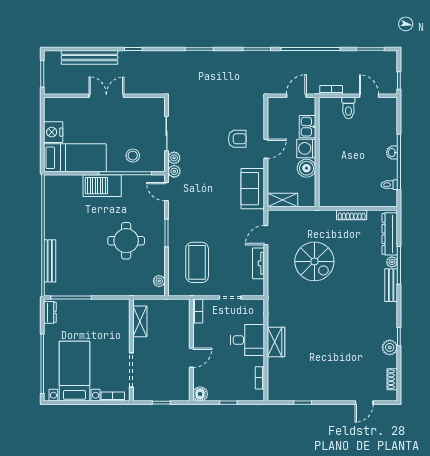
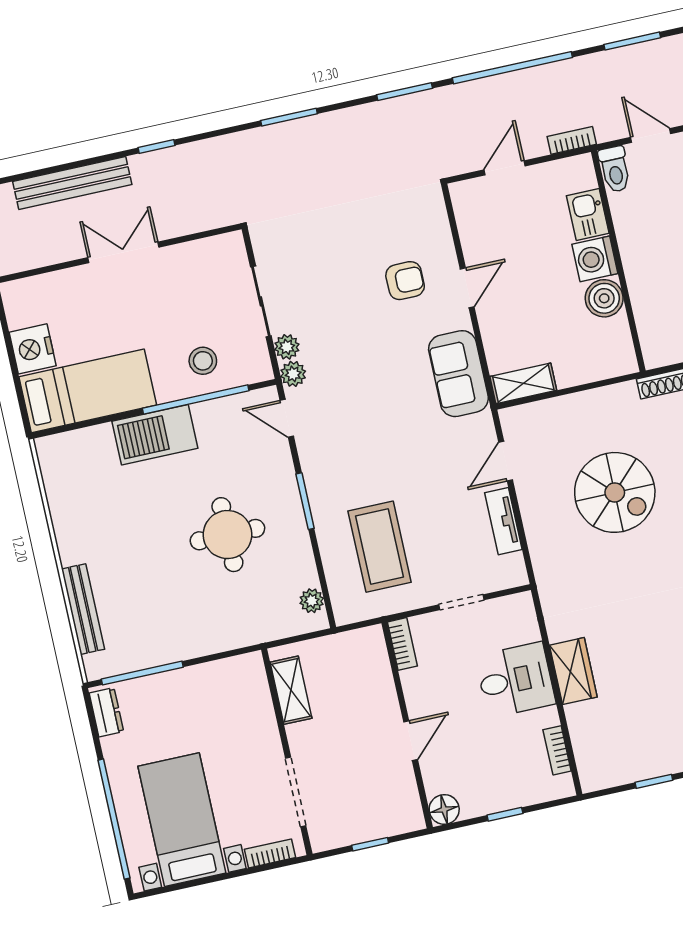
kitchen sink: (307, 127) -> (588, 215), moved
washing machine: (306, 148) -> (595, 259), moved
wall: (317, 152) -> (618, 261), moved
boiler: (306, 168) -> (604, 298), moved

